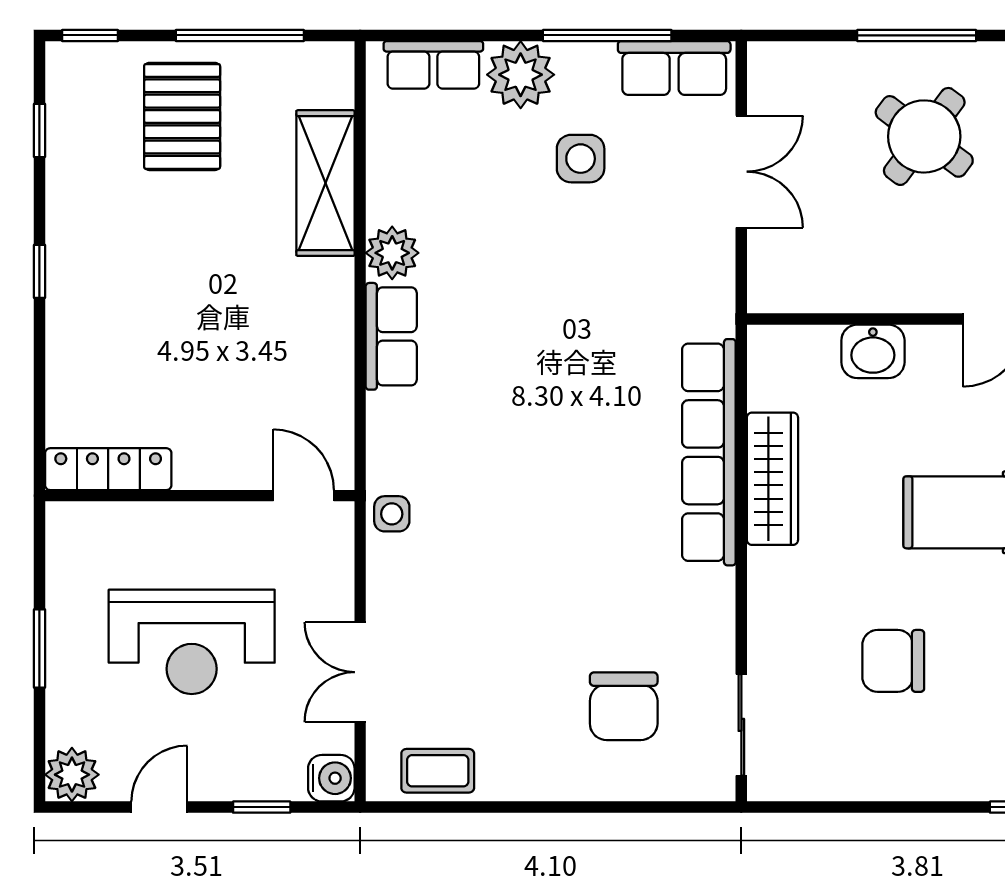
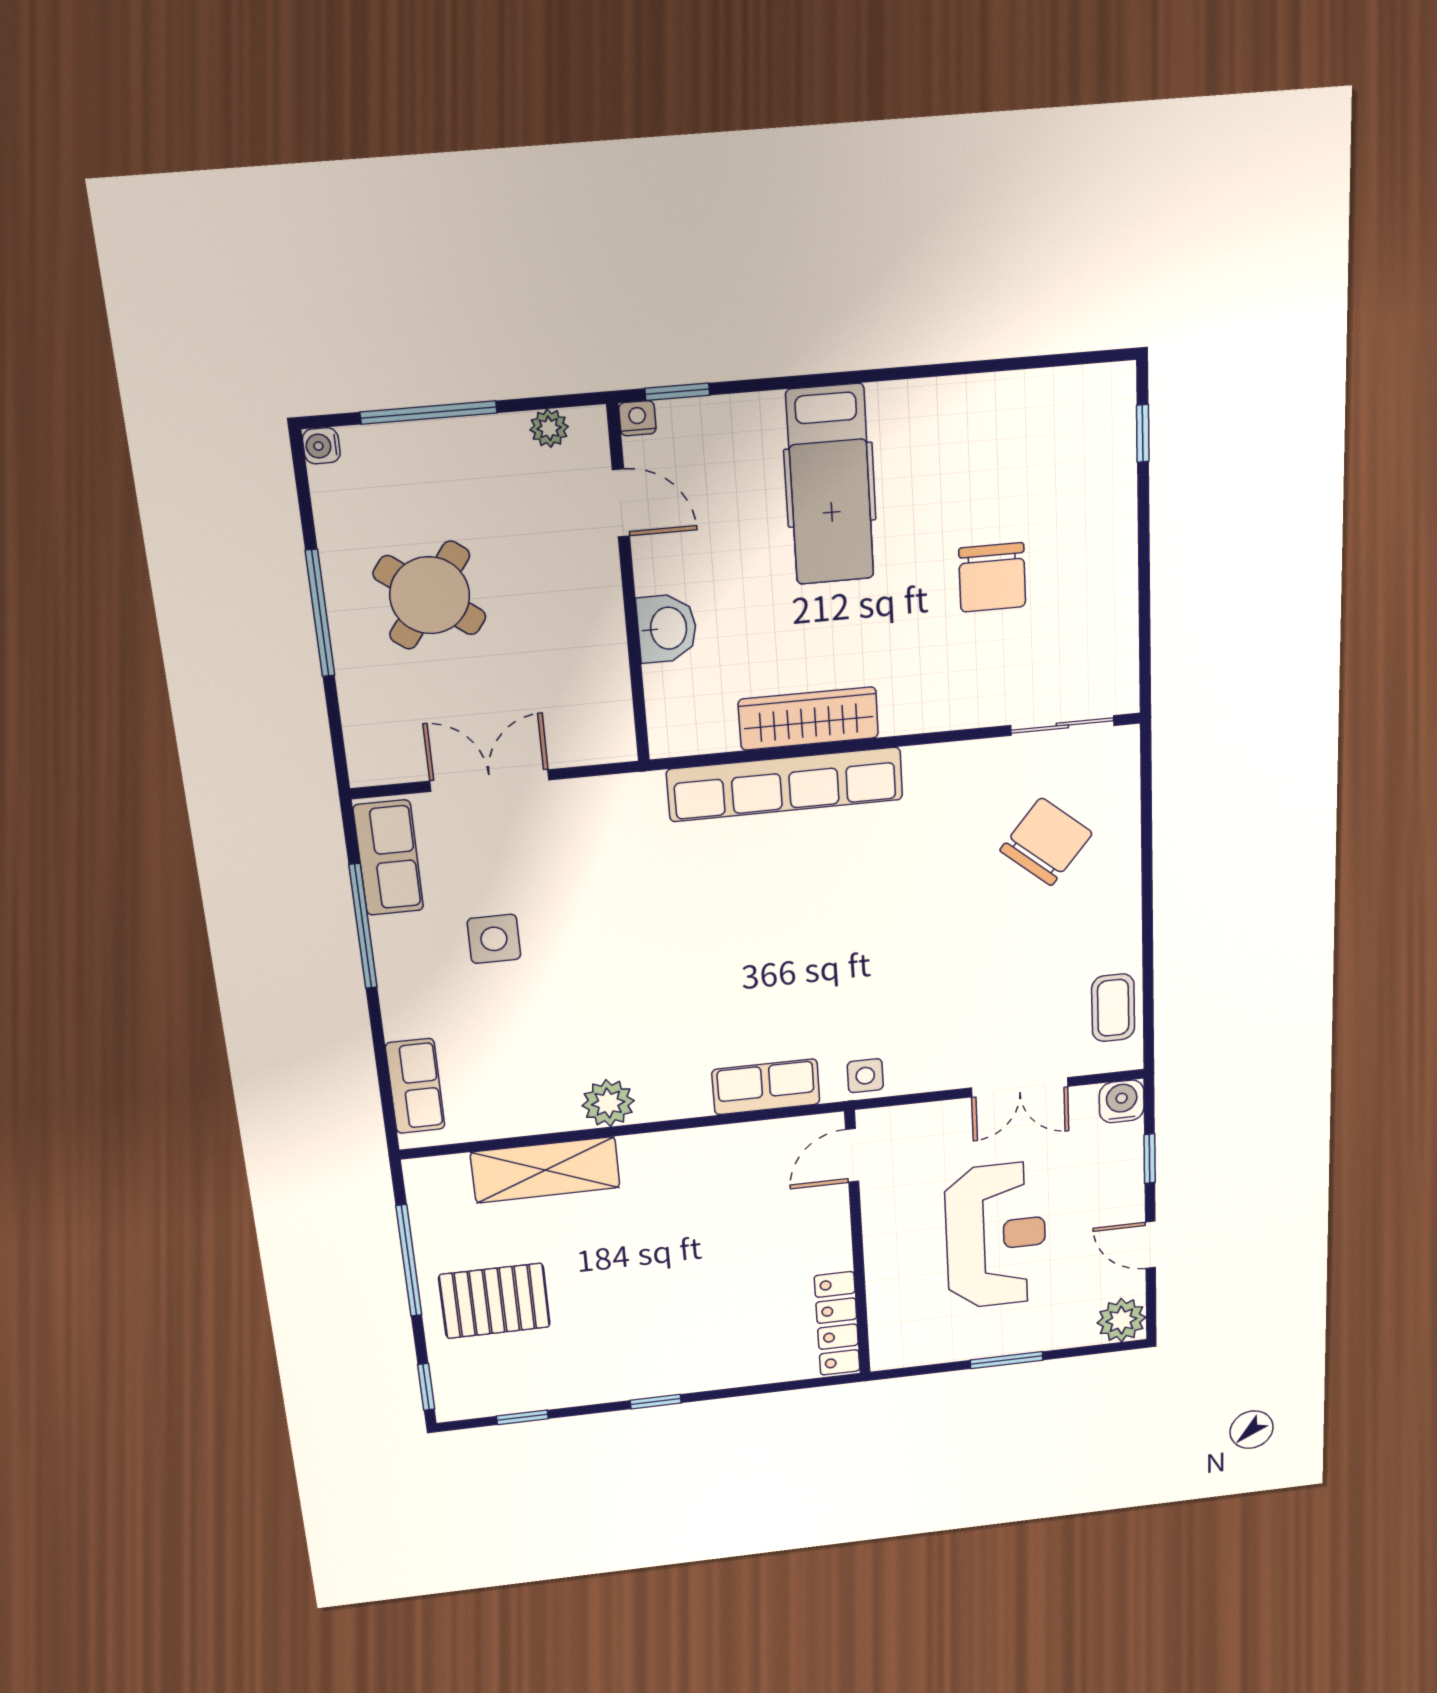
plant: (521, 75) -> (415, 1004), removed
row of seats: (391, 336) -> (766, 1087), moved
chair: (624, 706) -> (1046, 842), turned -50

